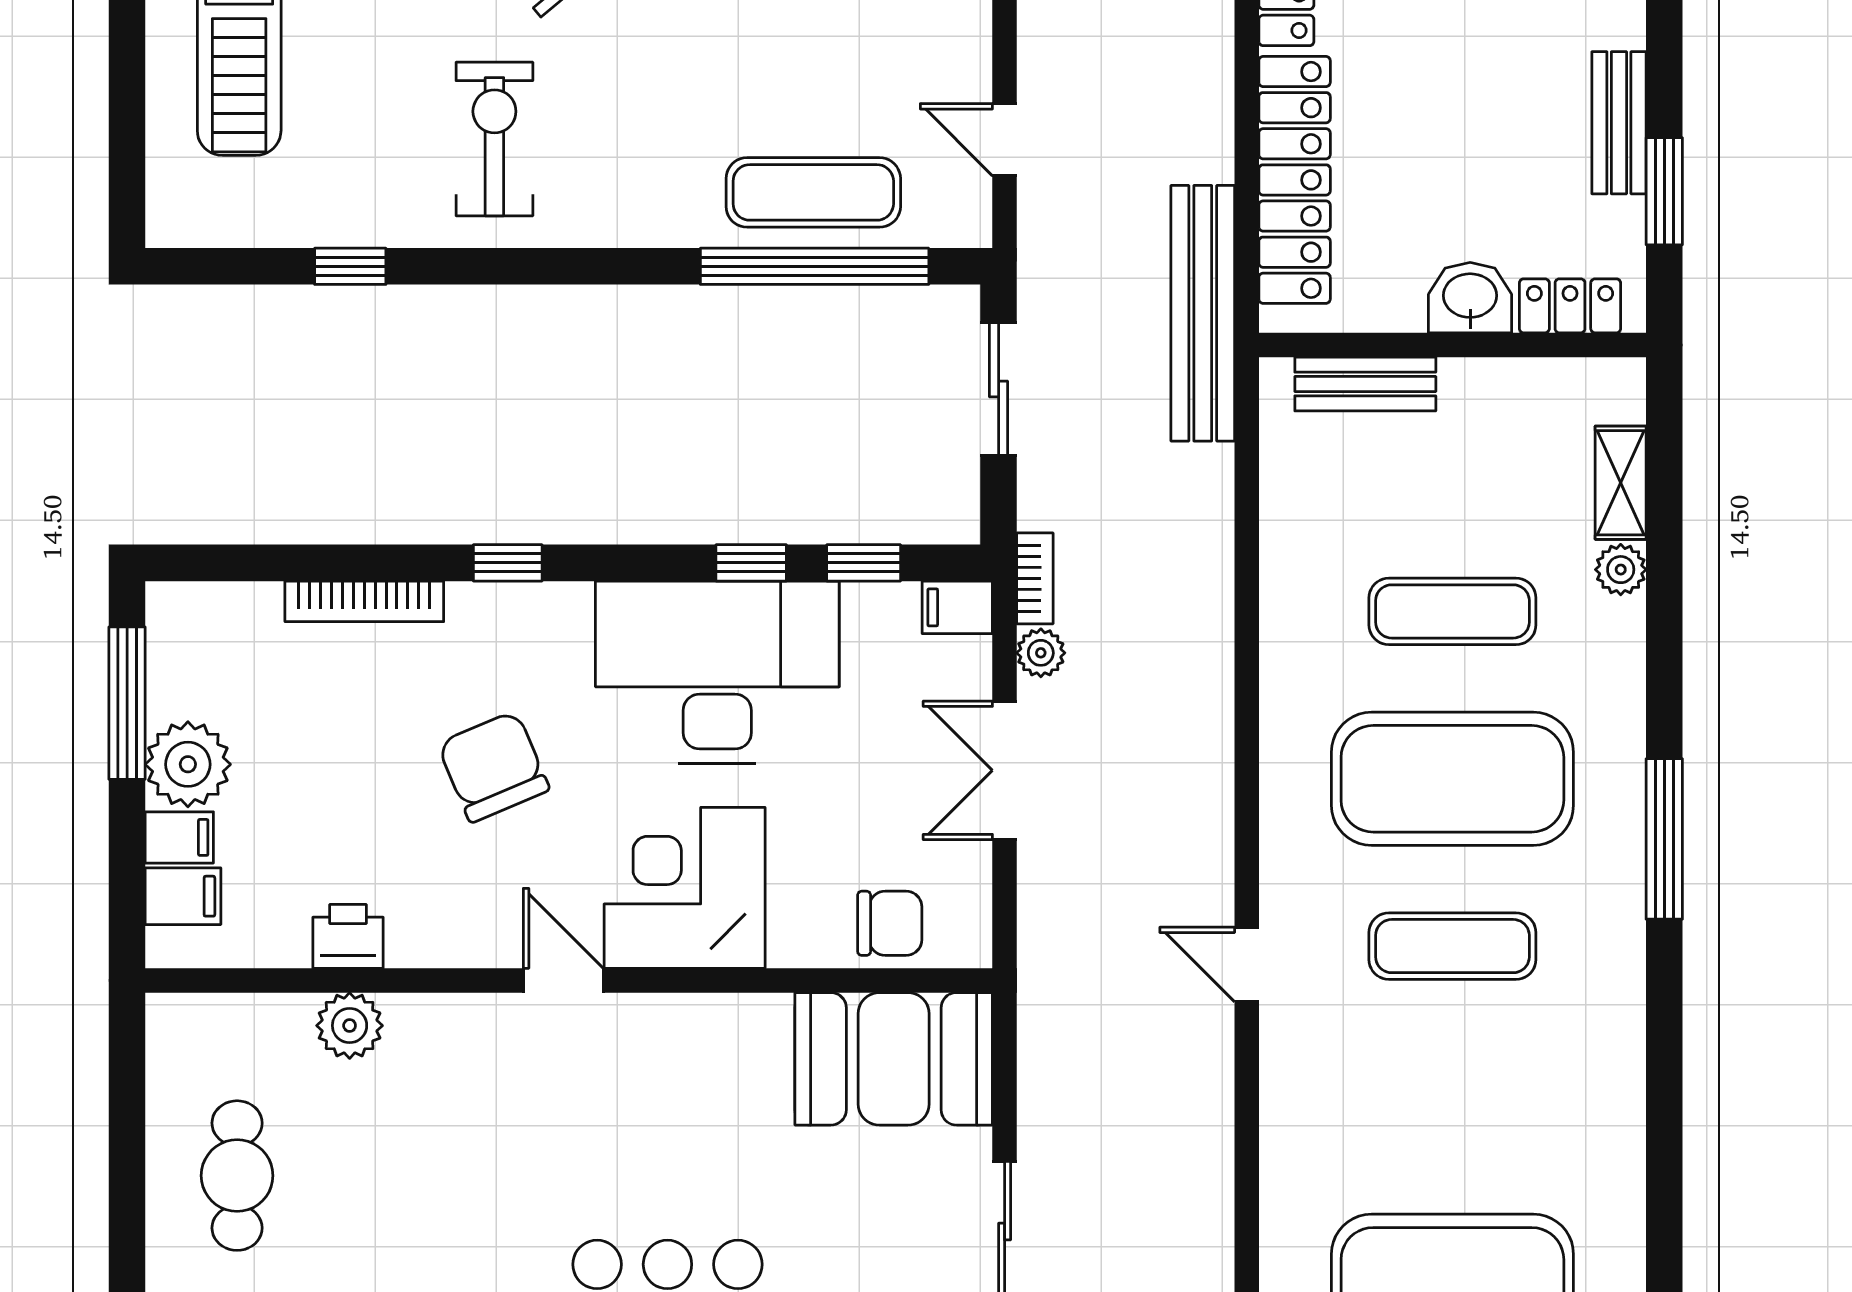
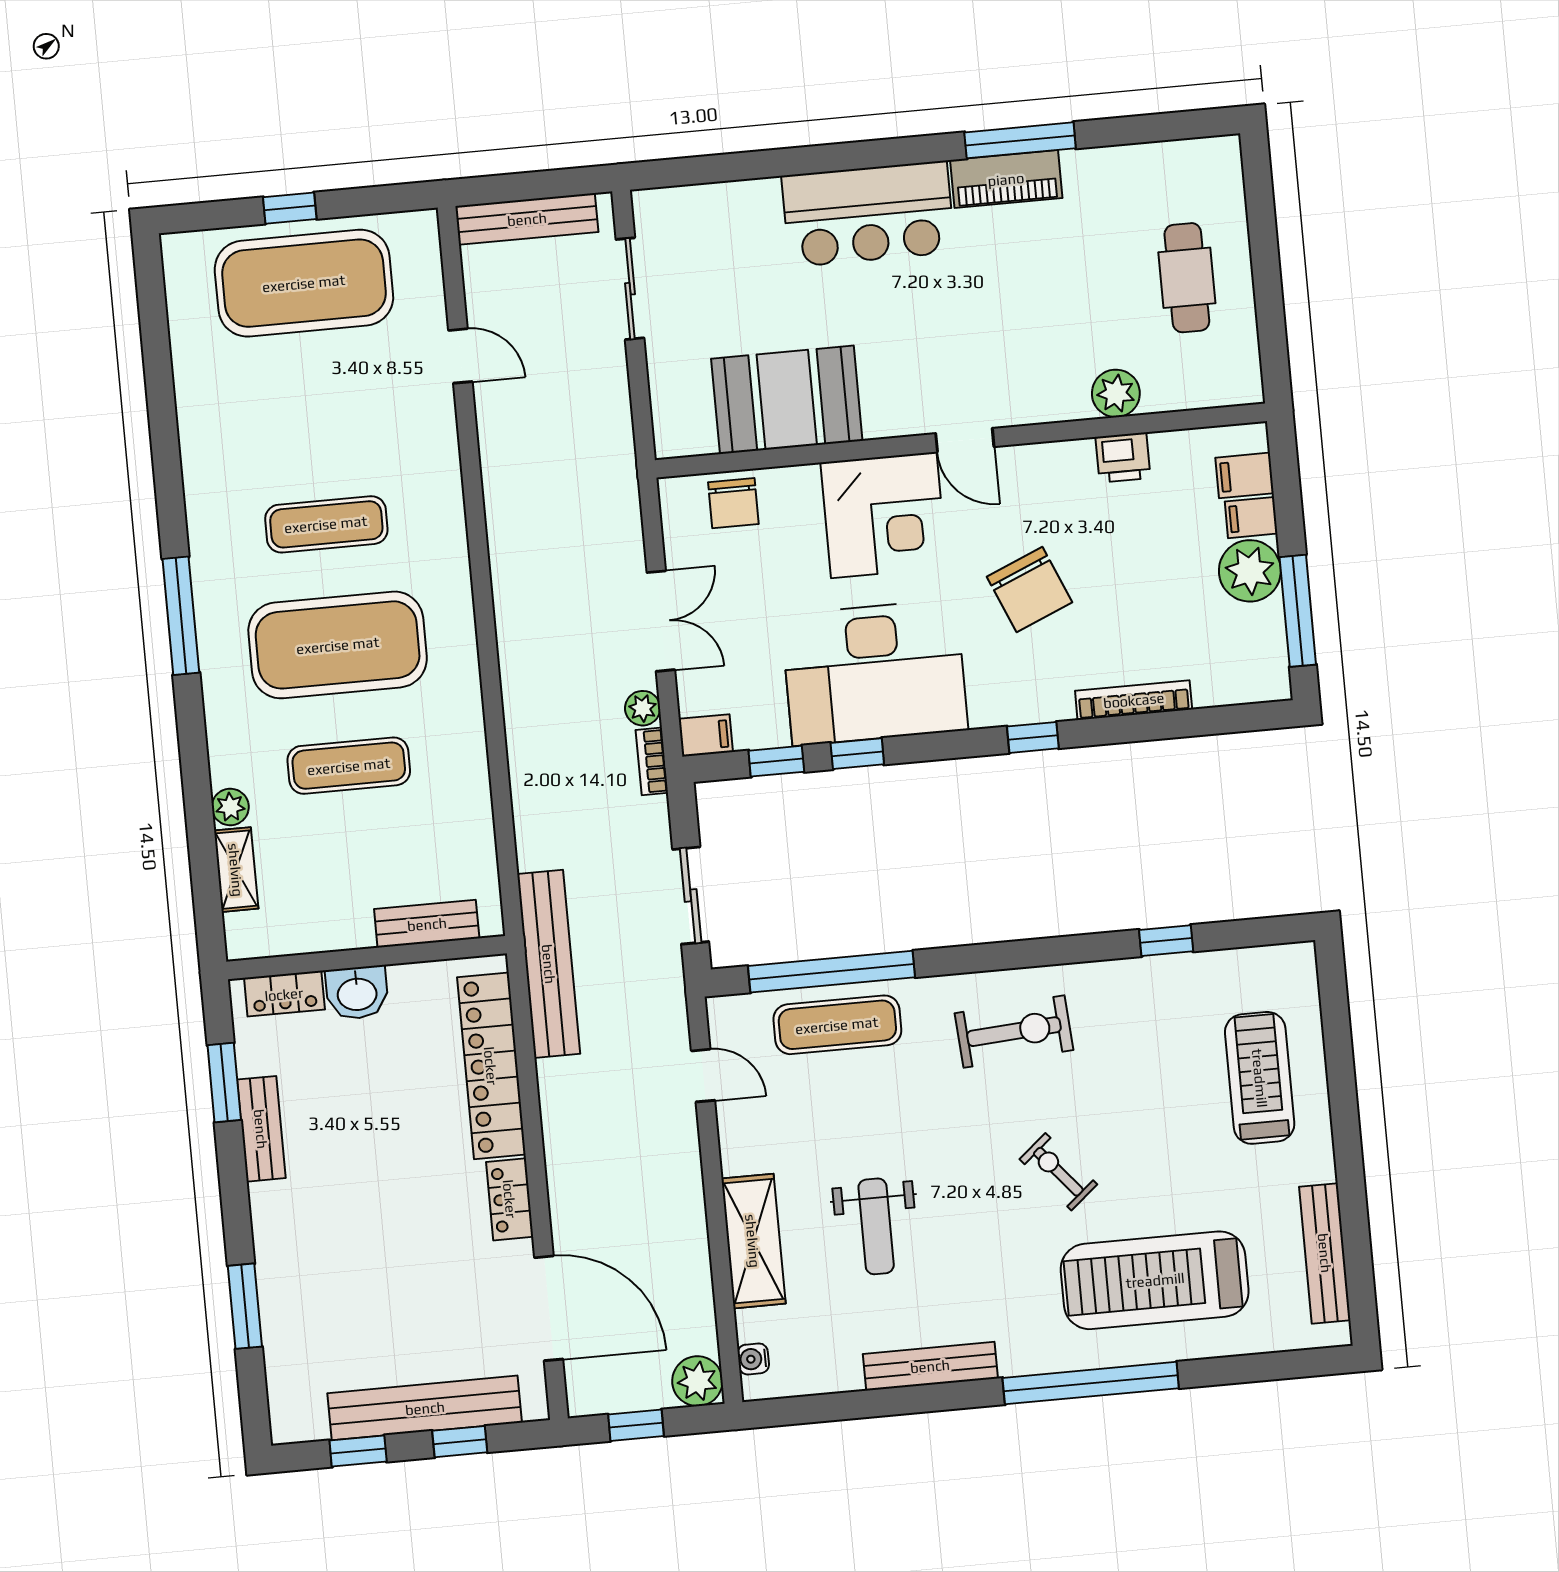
exercise bike: (494, 139) -> (1014, 1032), moved, turned -94
chair: (890, 923) -> (733, 503), turned -90
door: (1247, 965) -> (460, 356), moved
booth: (894, 1059) -> (787, 400), moved

